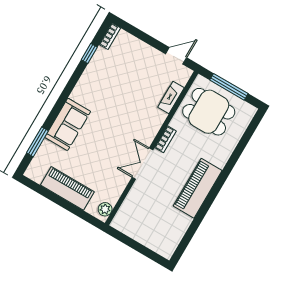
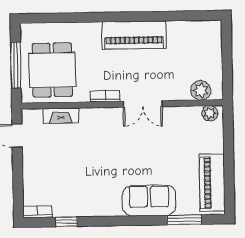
piano: (67, 188) -> (212, 183), moved
plant: (126, 213) -> (201, 90), added

